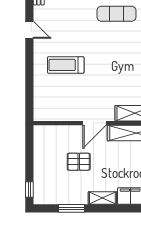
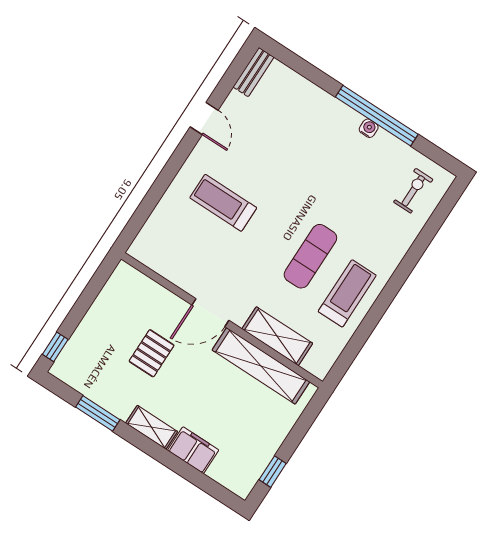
exercise mat: (116, 14) -> (310, 256), moved, turned 90
pallet: (79, 162) -> (152, 353), turned 90

